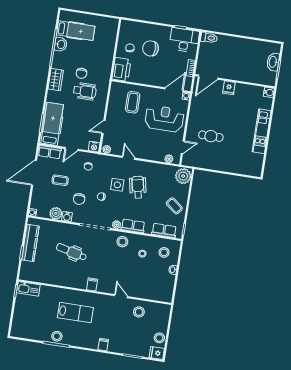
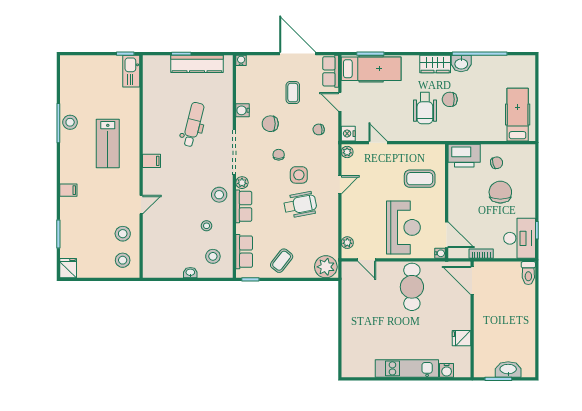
hospital bed: (76, 31) -> (518, 115), moved, turned 180
washbasin: (61, 44) -> (461, 64), moved
fridge: (229, 88) -> (461, 338), moved
water cooler: (269, 92) -> (447, 370), moved
cafe table: (211, 136) -> (412, 287), moved, width x1.37, depth x1.35
plant: (56, 213) -> (245, 94), removed
stool: (159, 338) -> (123, 260), moved

